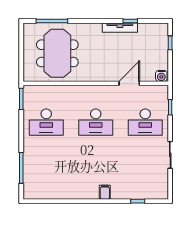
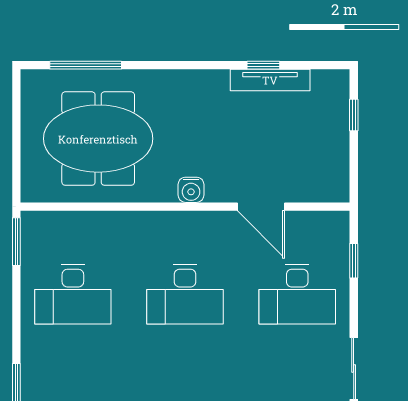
tv unit: (120, 28) -> (270, 80), moved
meeting table: (57, 53) -> (98, 139), turned 90
water cooler: (161, 76) -> (191, 190), moved
door: (129, 83) -> (261, 207), swing flipped

